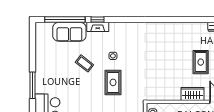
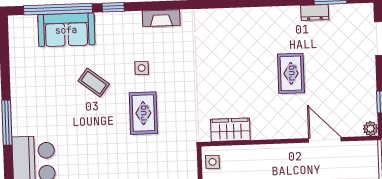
fireplace: (98, 27) -> (161, 18), moved
wardrobe: (192, 94) -> (230, 130), moved

